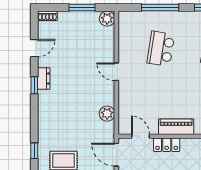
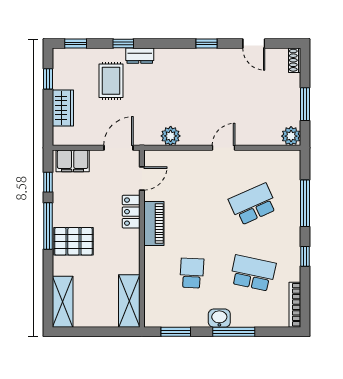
school desk: (161, 49) -> (253, 204), turned -33
dresser: (44, 79) -> (140, 56), moved

